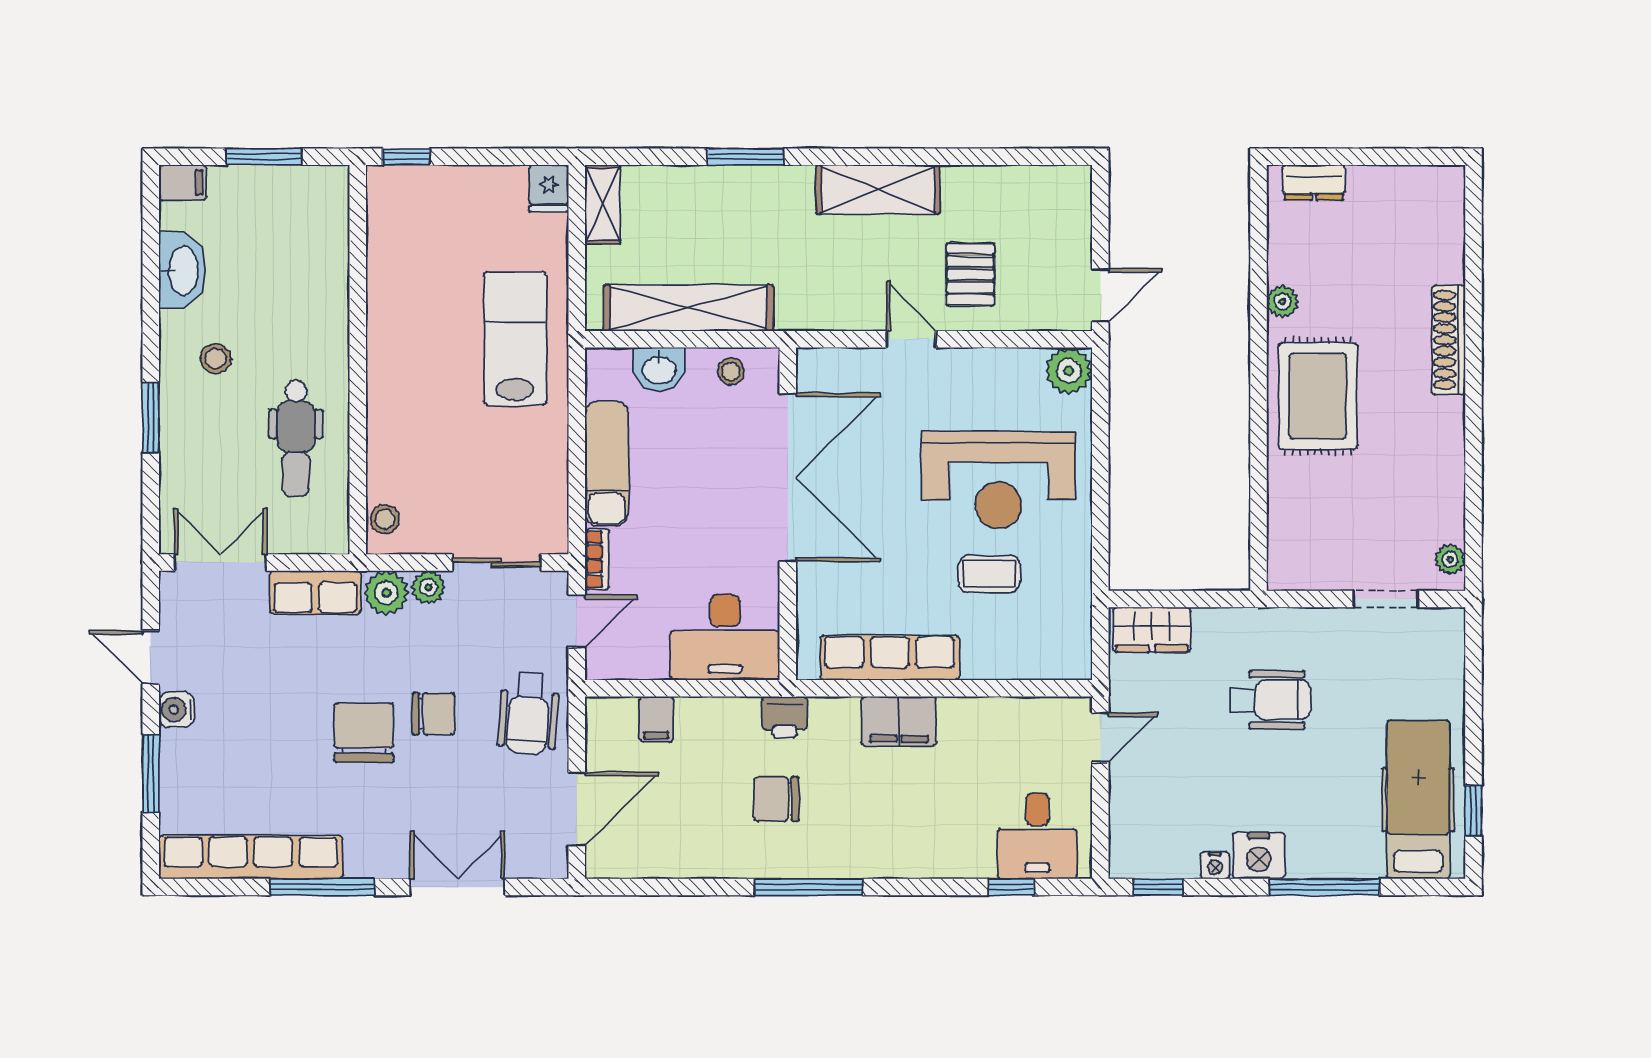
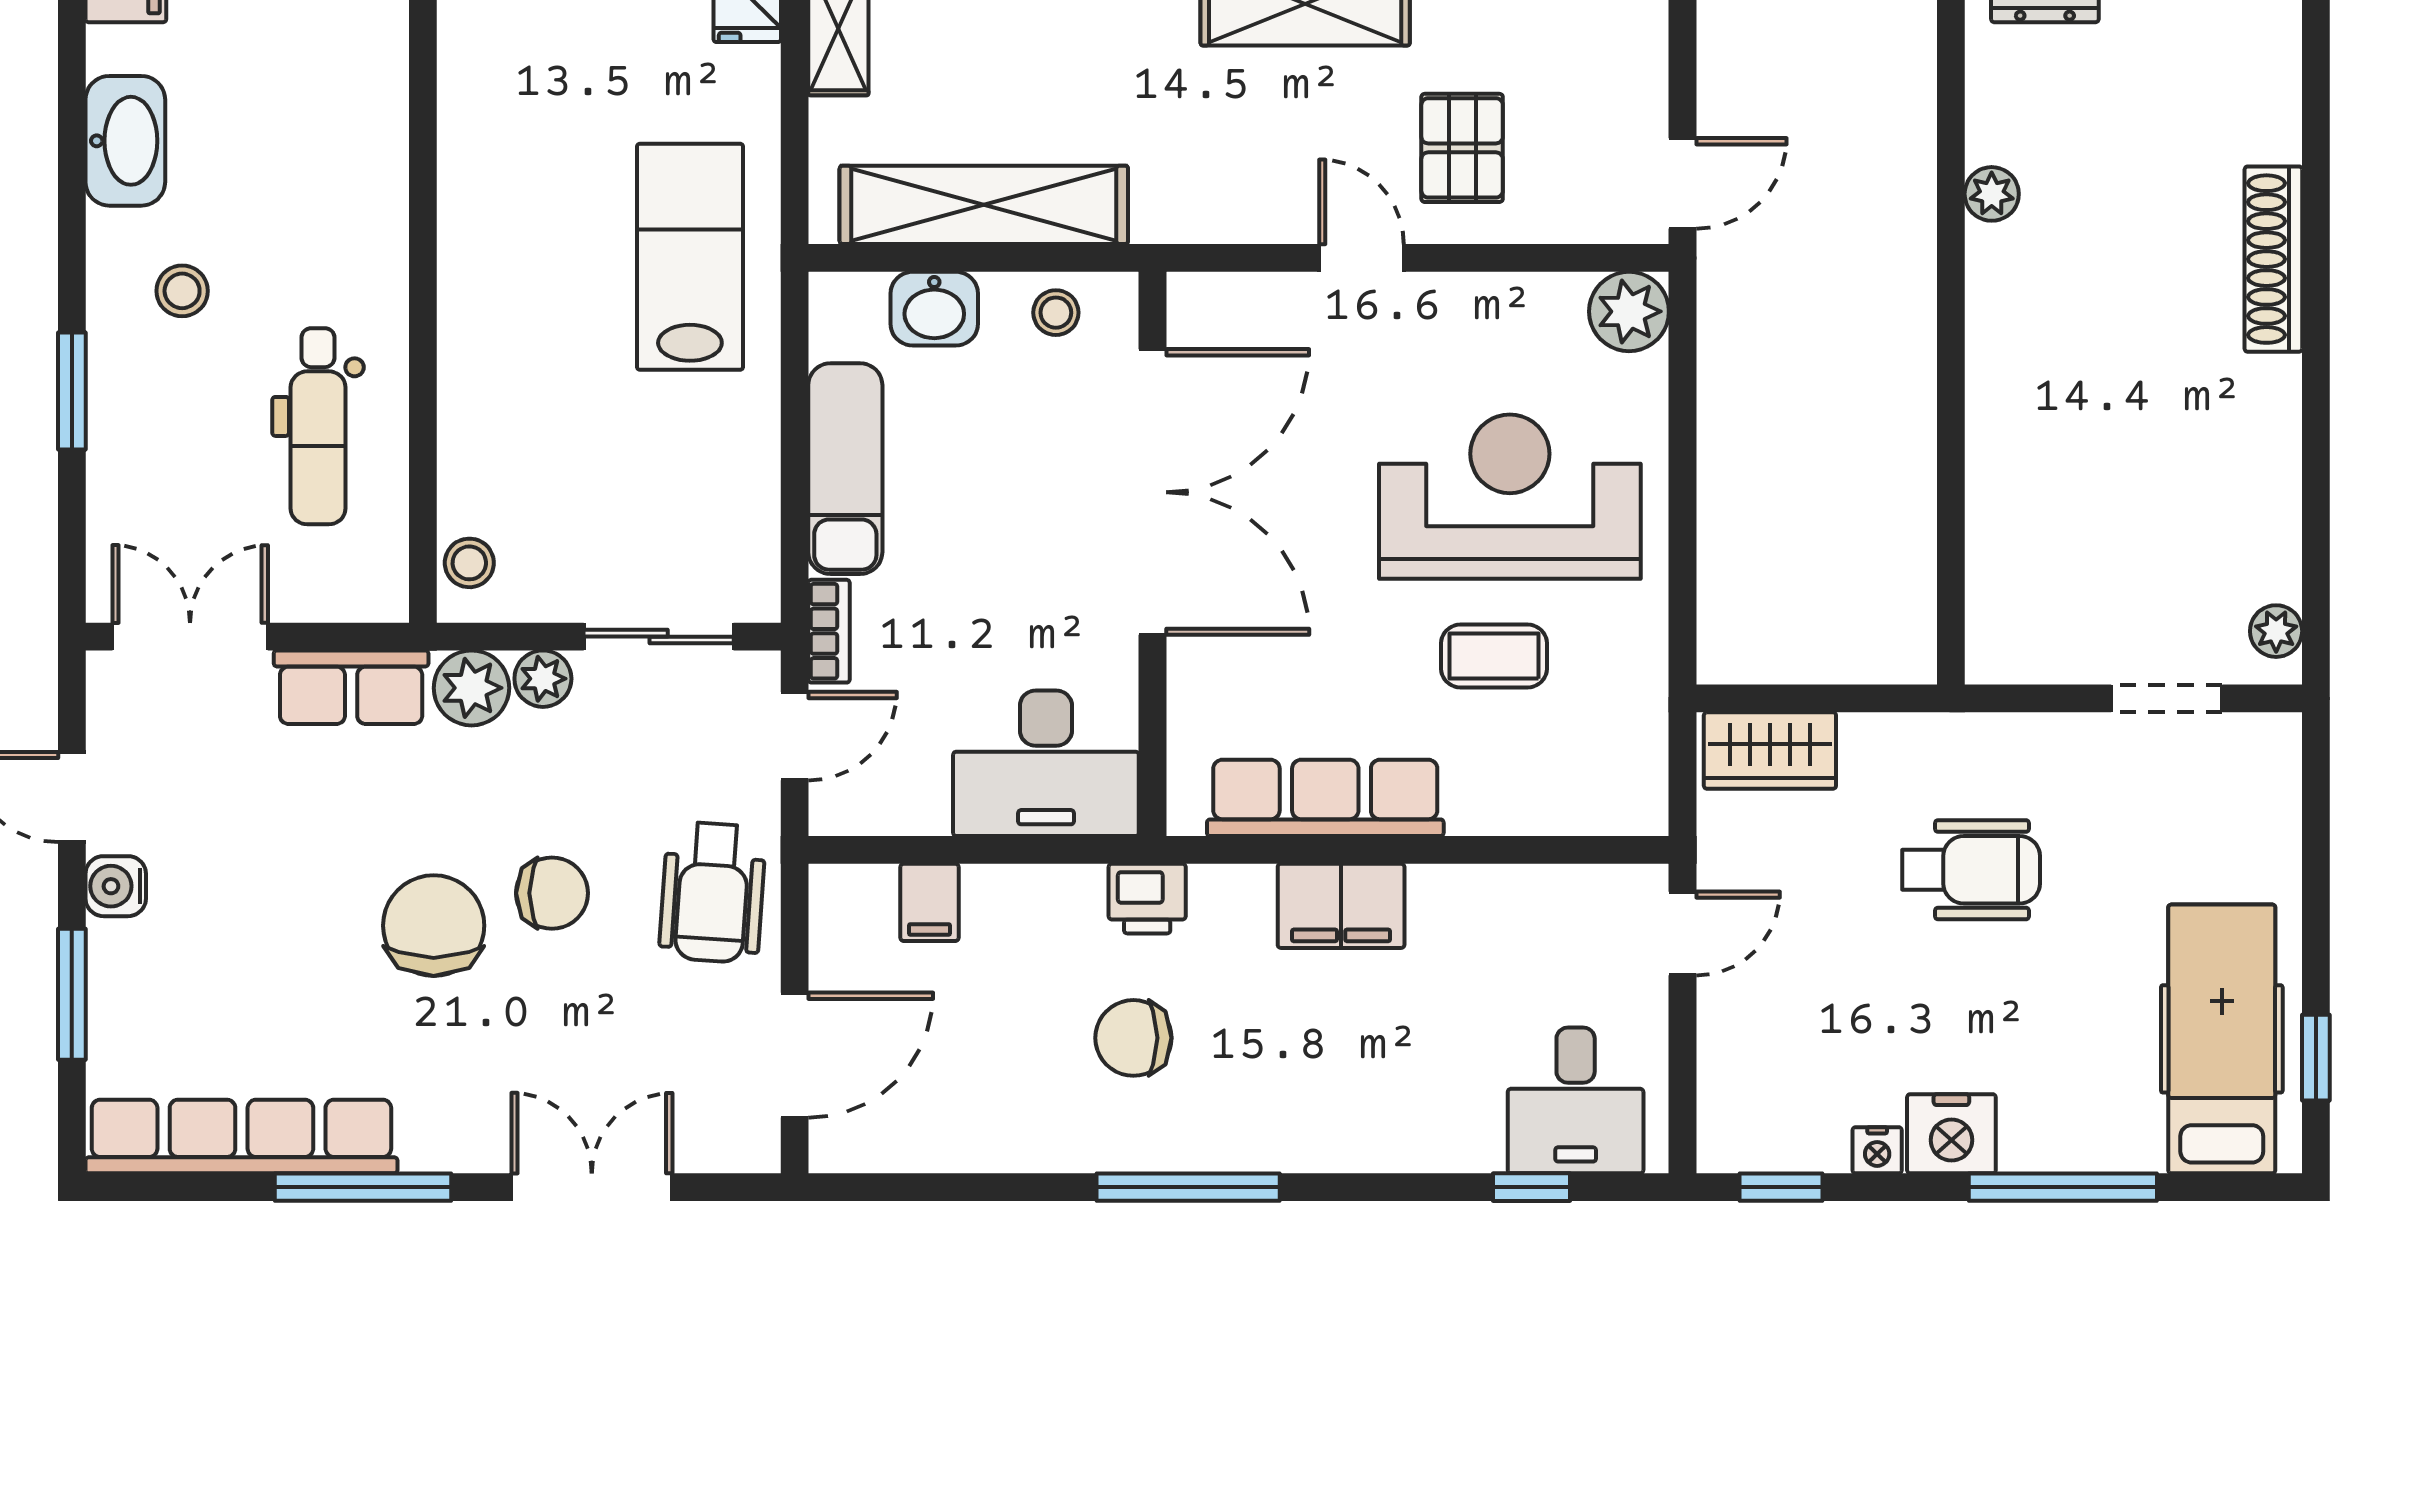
rug: (1318, 396) -> (2052, 354), removed
reception desk: (998, 480) -> (1510, 497), turned 180

